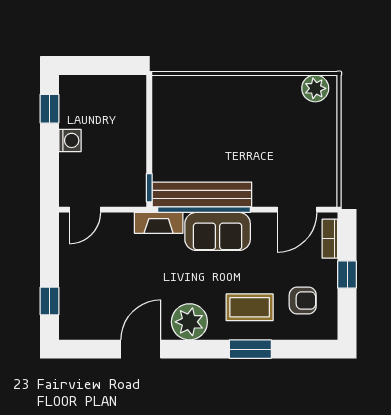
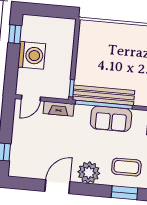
washing machine: (70, 140) -> (32, 55), width x1.89, depth x1.89
fireplace: (159, 223) -> (59, 109), moved

